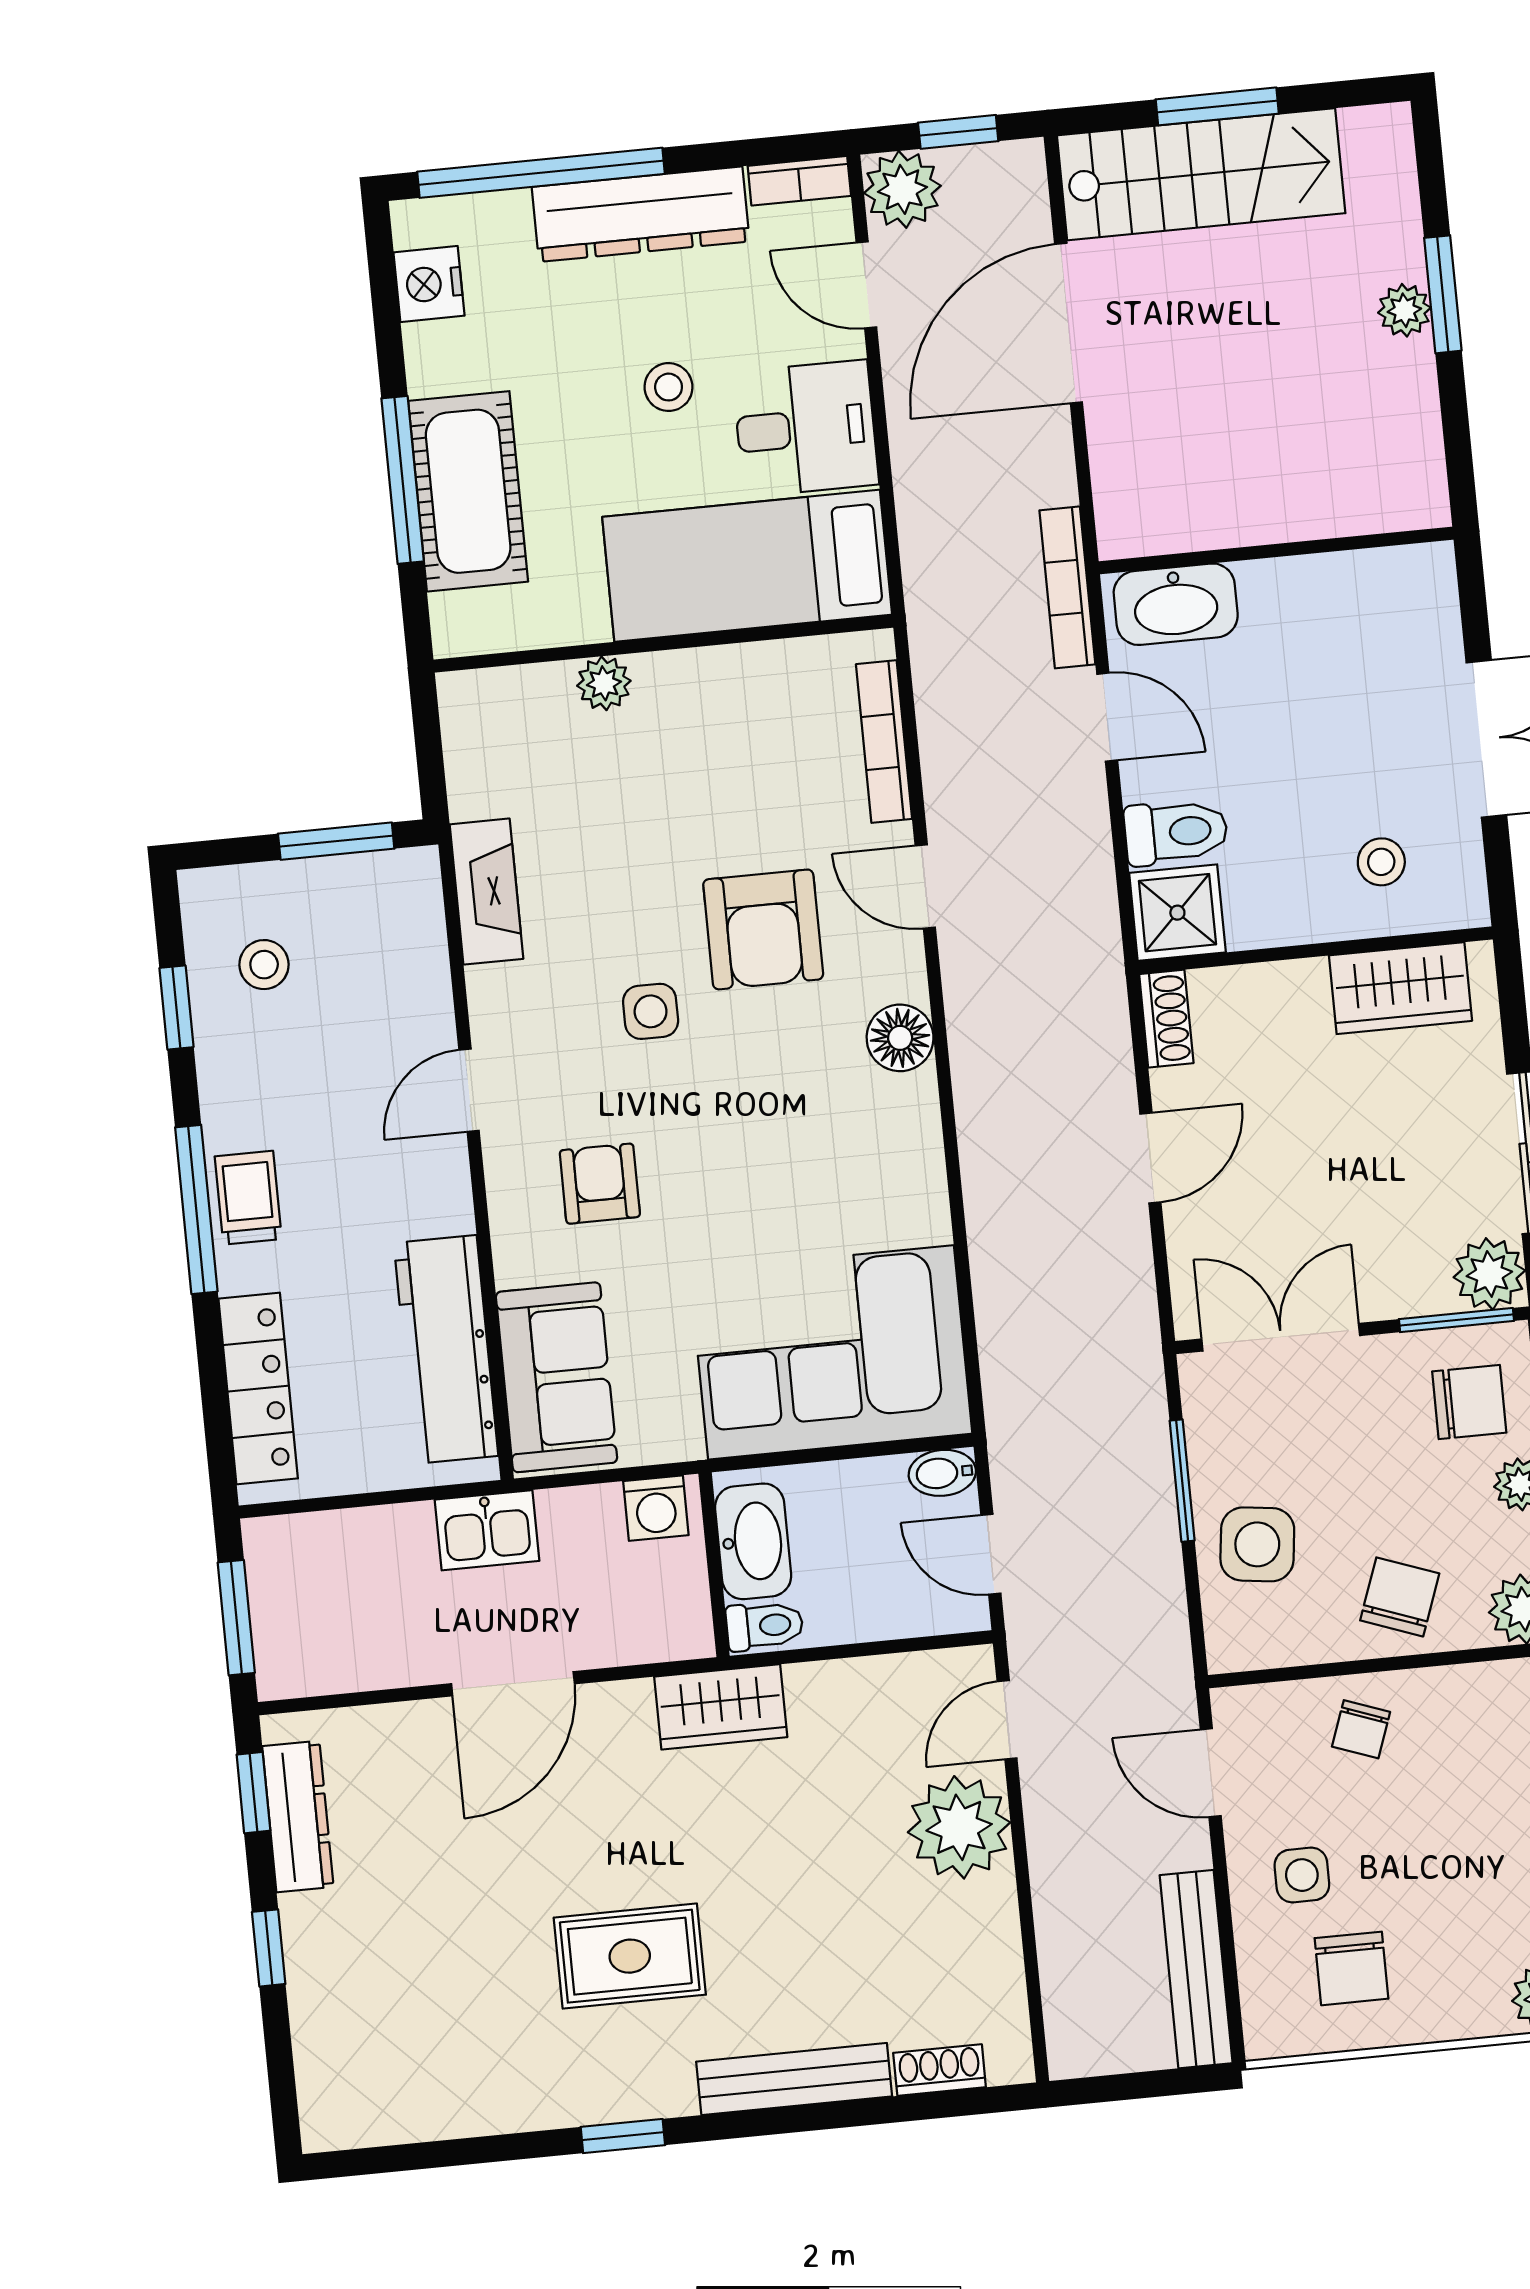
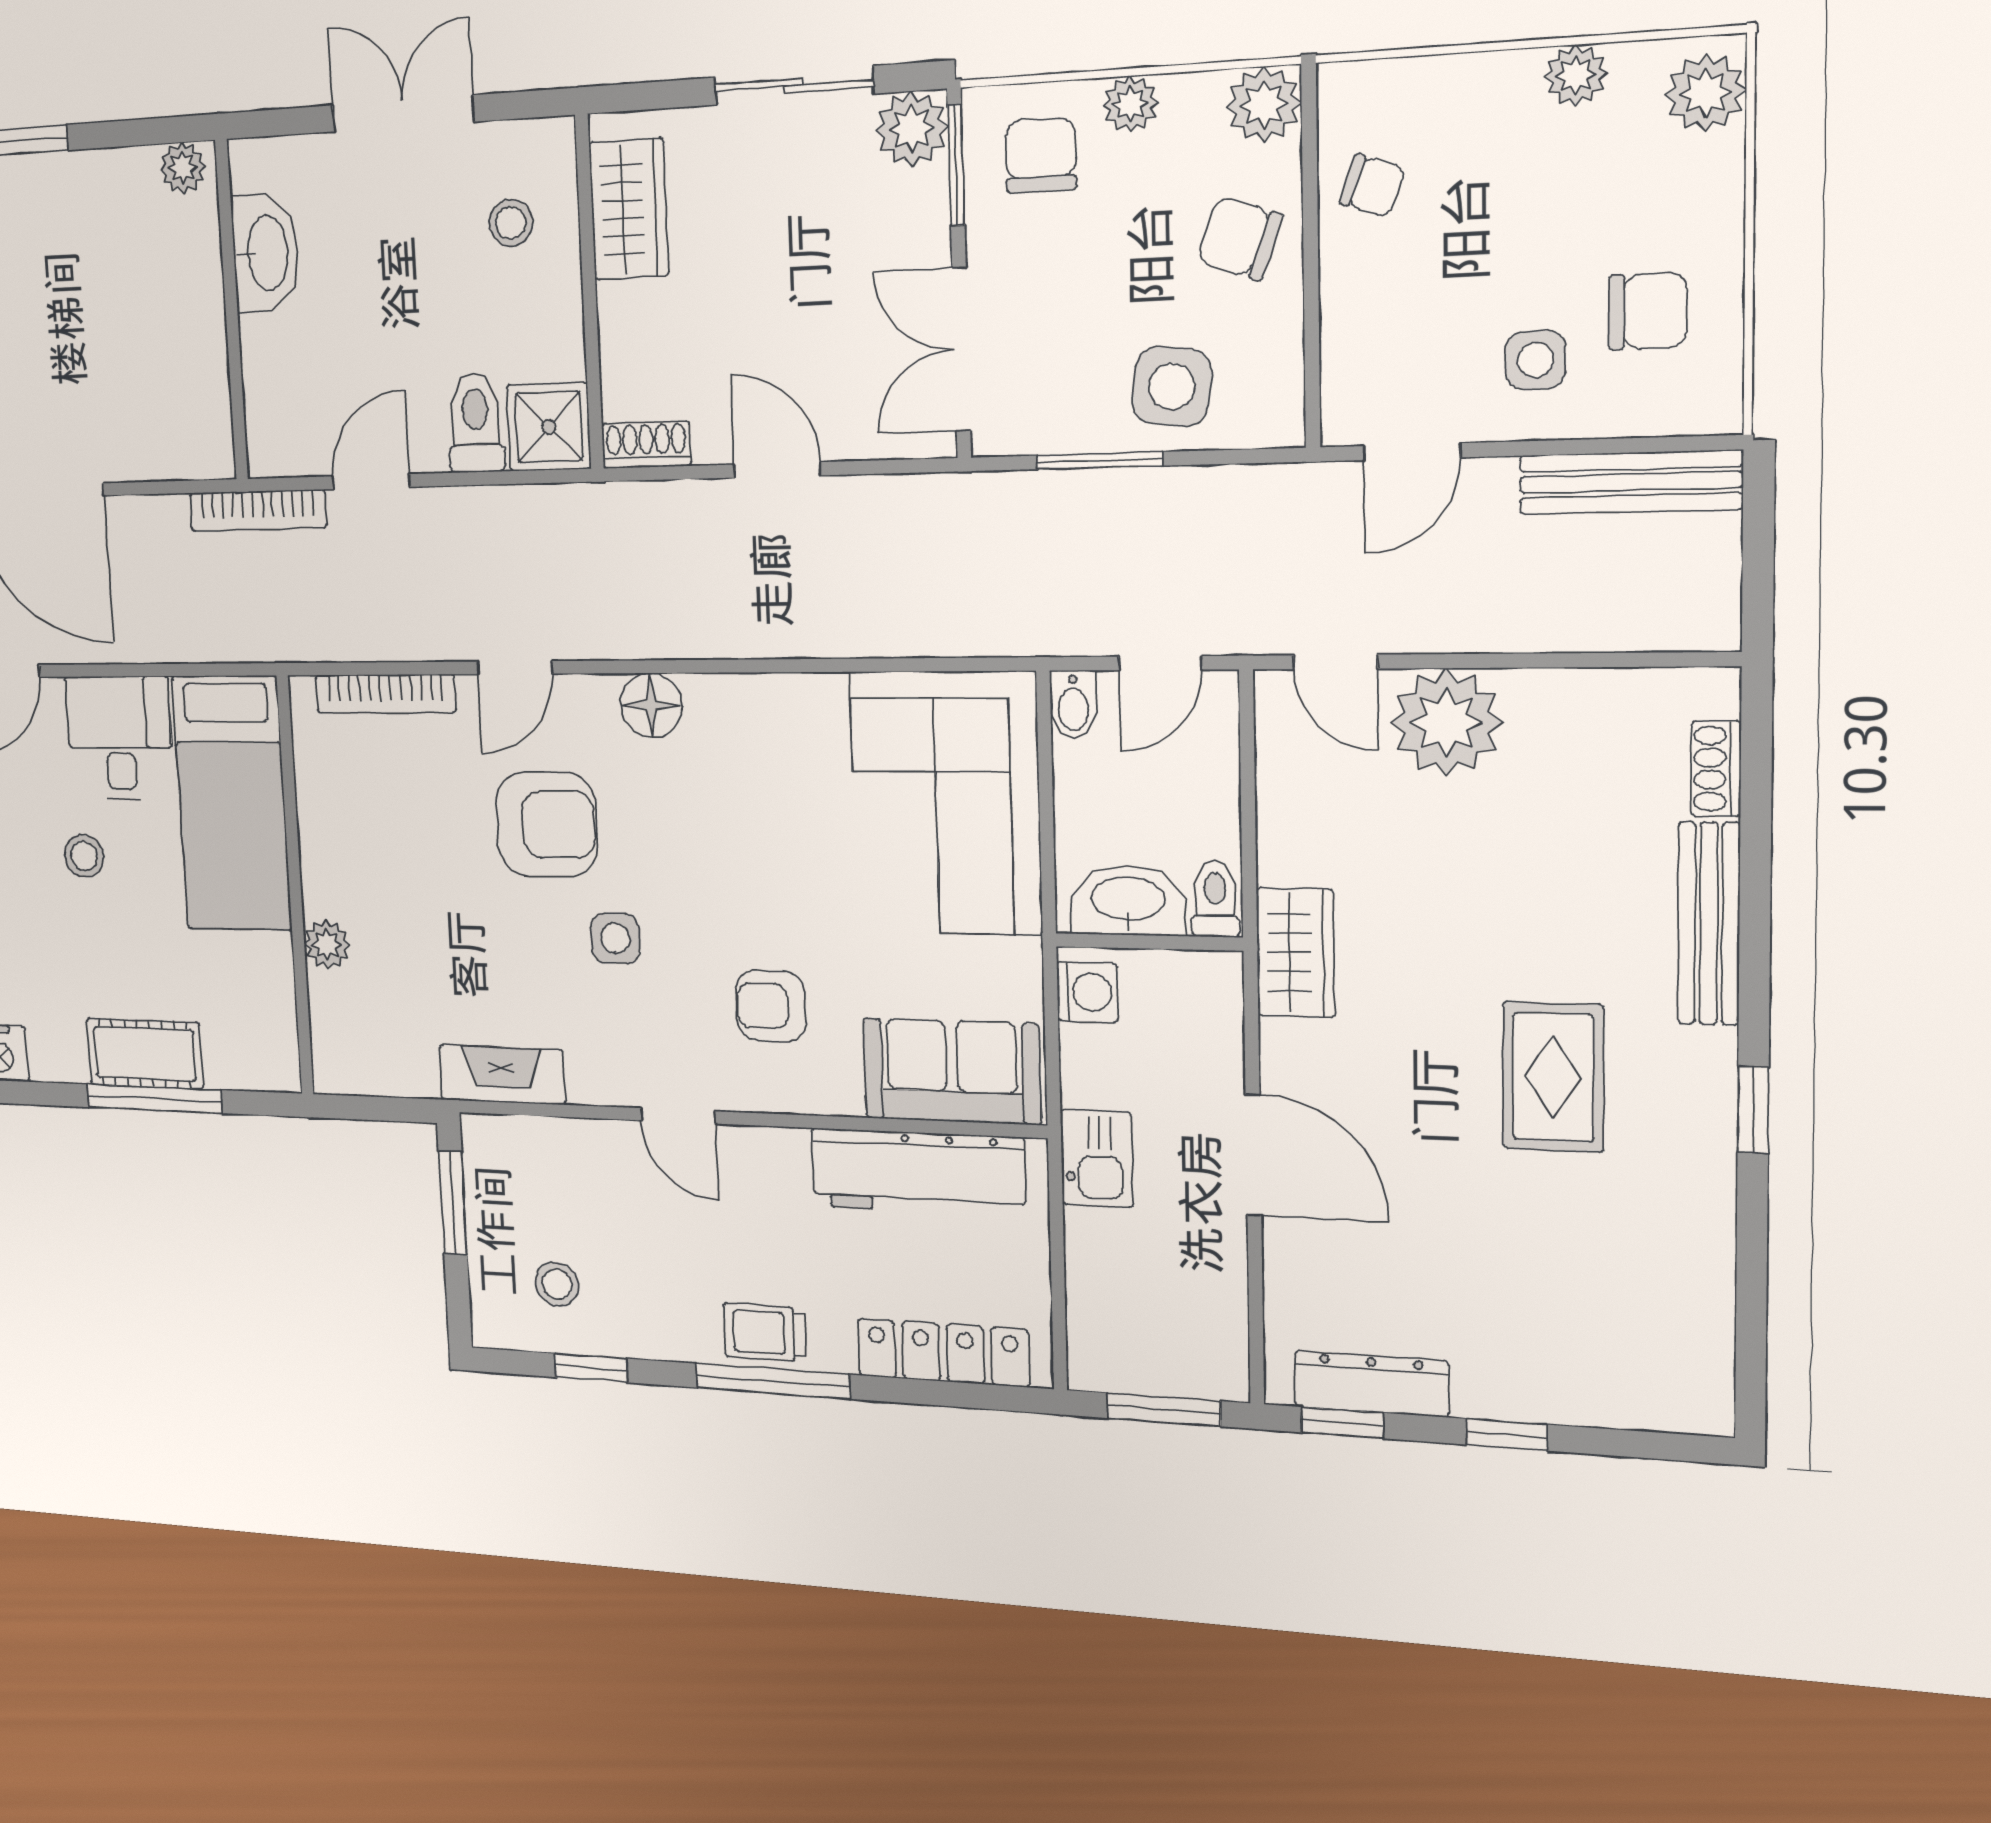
plant: (1404, 310) -> (183, 168), moved
cot: (468, 491) -> (145, 1054), width x0.73, depth x0.75
washbasin: (1176, 604) -> (266, 253), moved
chair: (1361, 1729) -> (1372, 186), moved

